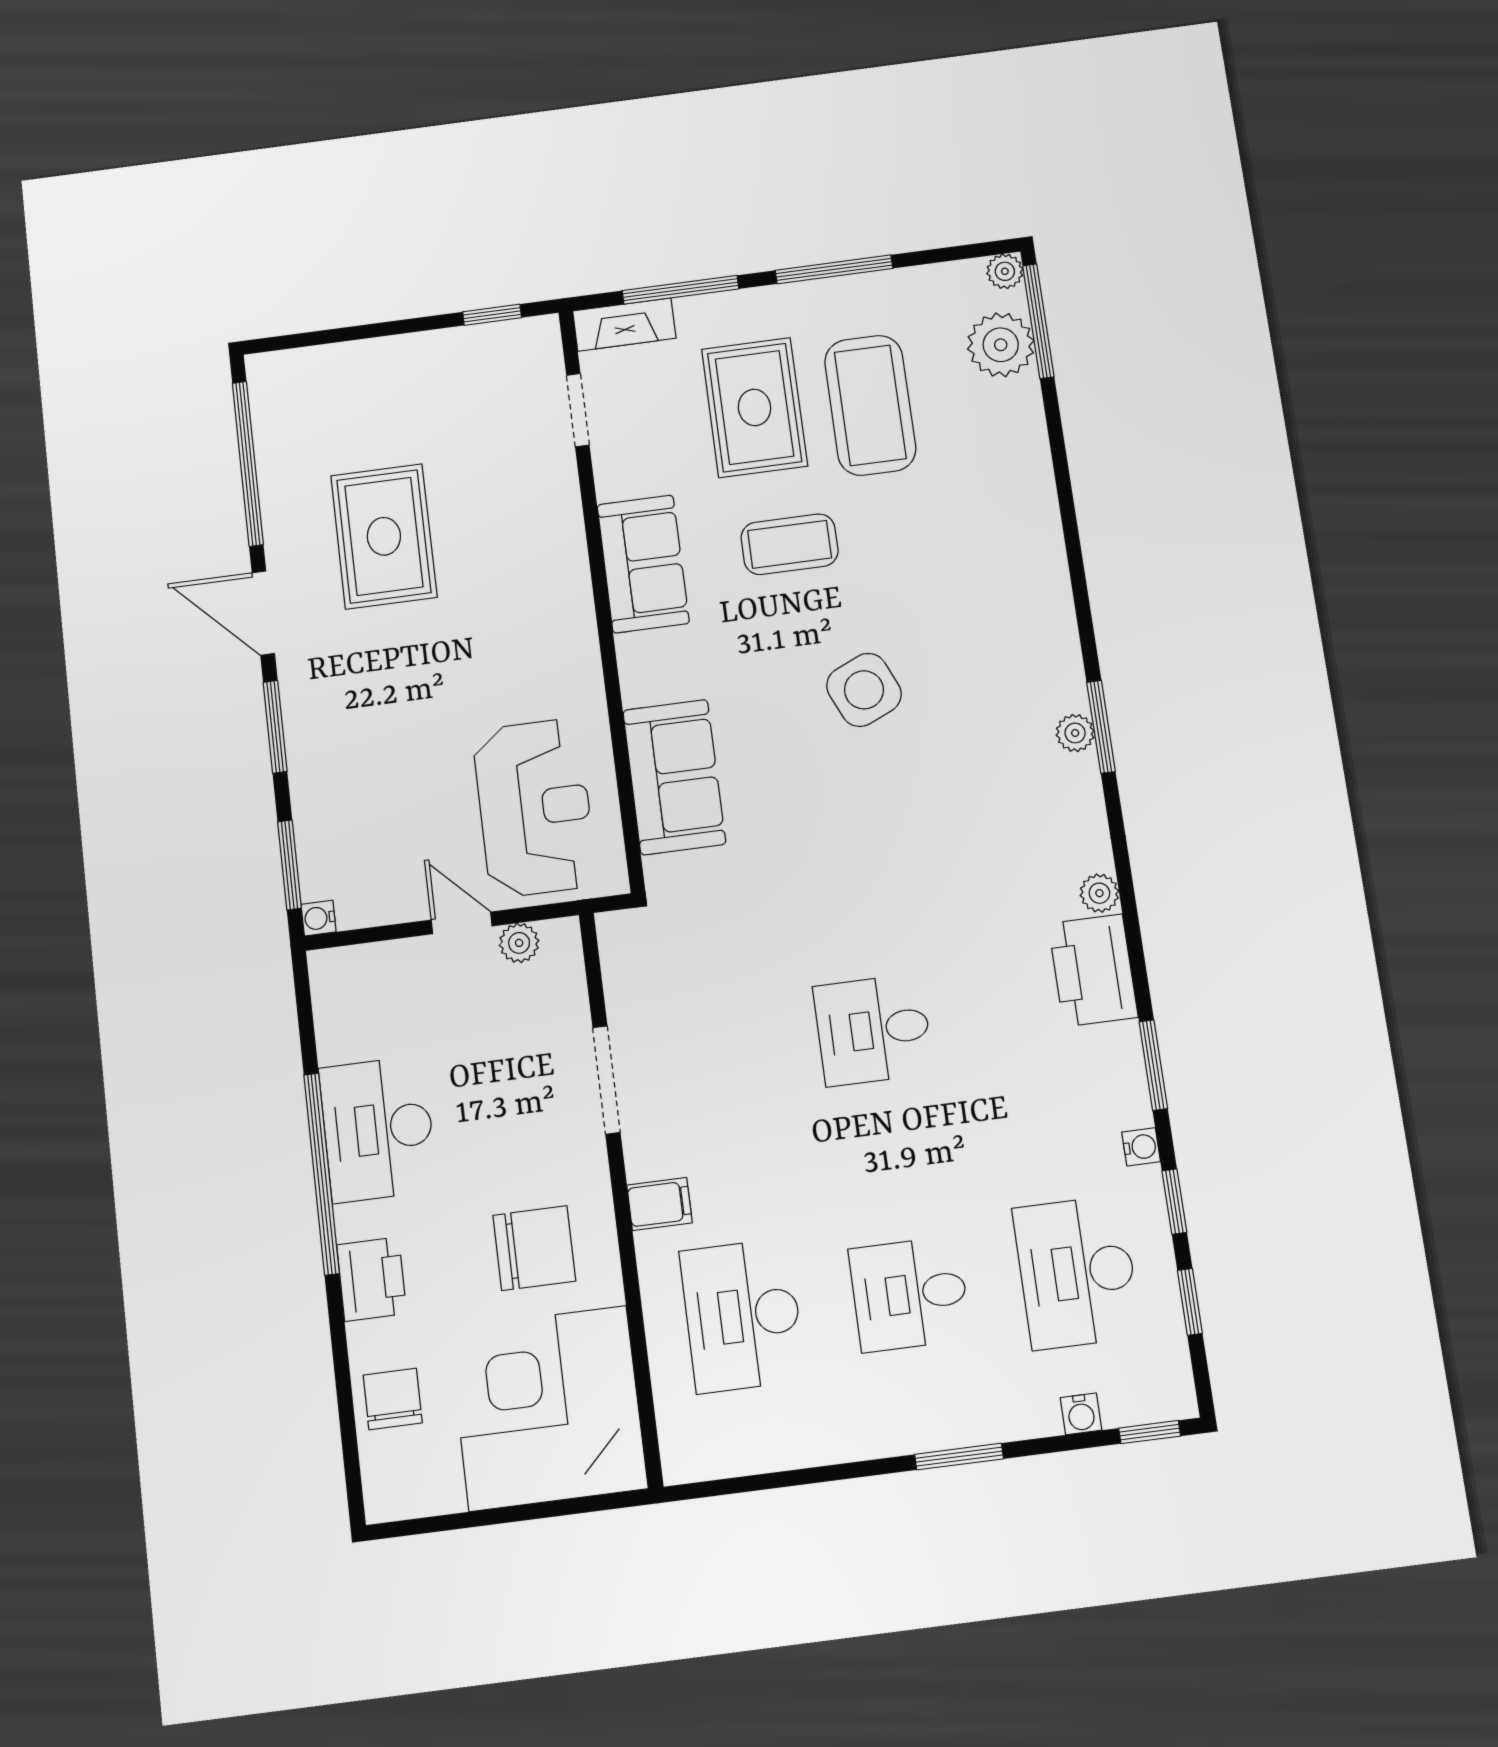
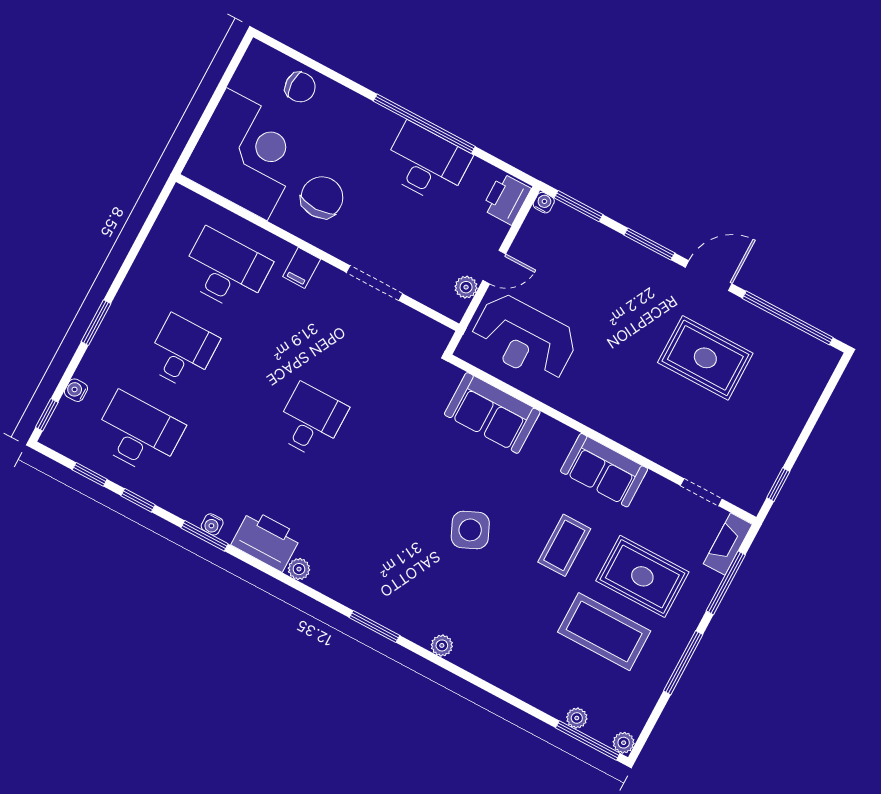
plant: (1001, 345) -> (577, 718), width x0.53, depth x0.53
plant: (1075, 733) -> (442, 645), moved
water cooler: (1141, 1147) -> (212, 524), moved
chair: (534, 1248) -> (322, 197), turned 180
printer: (372, 1279) -> (506, 199), moved, turned 90

